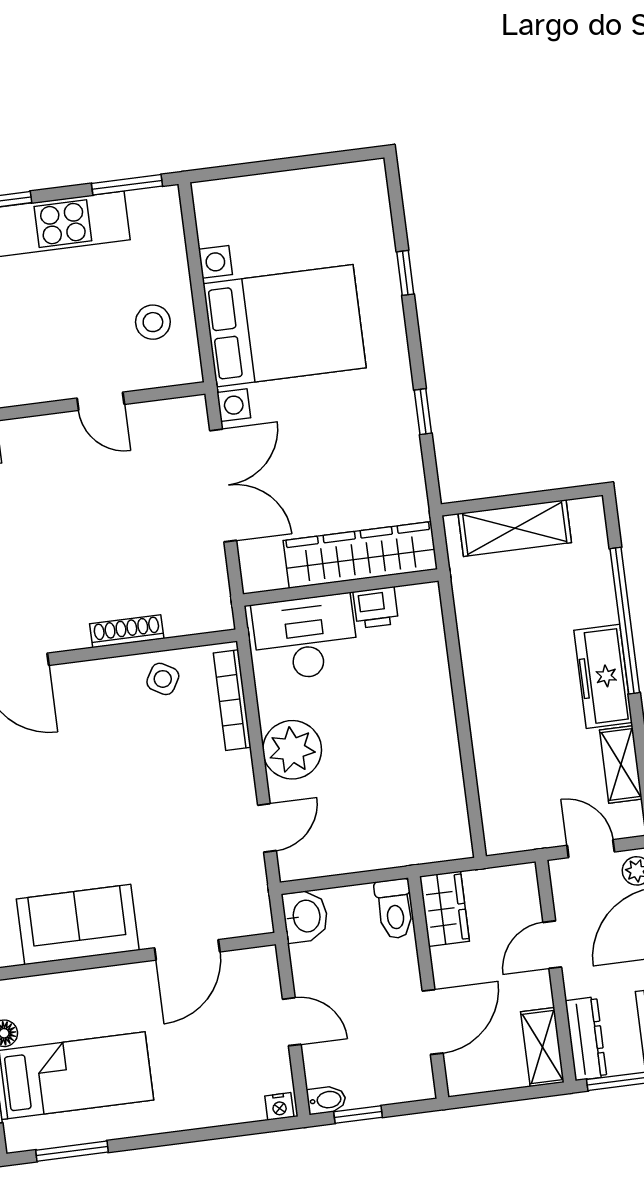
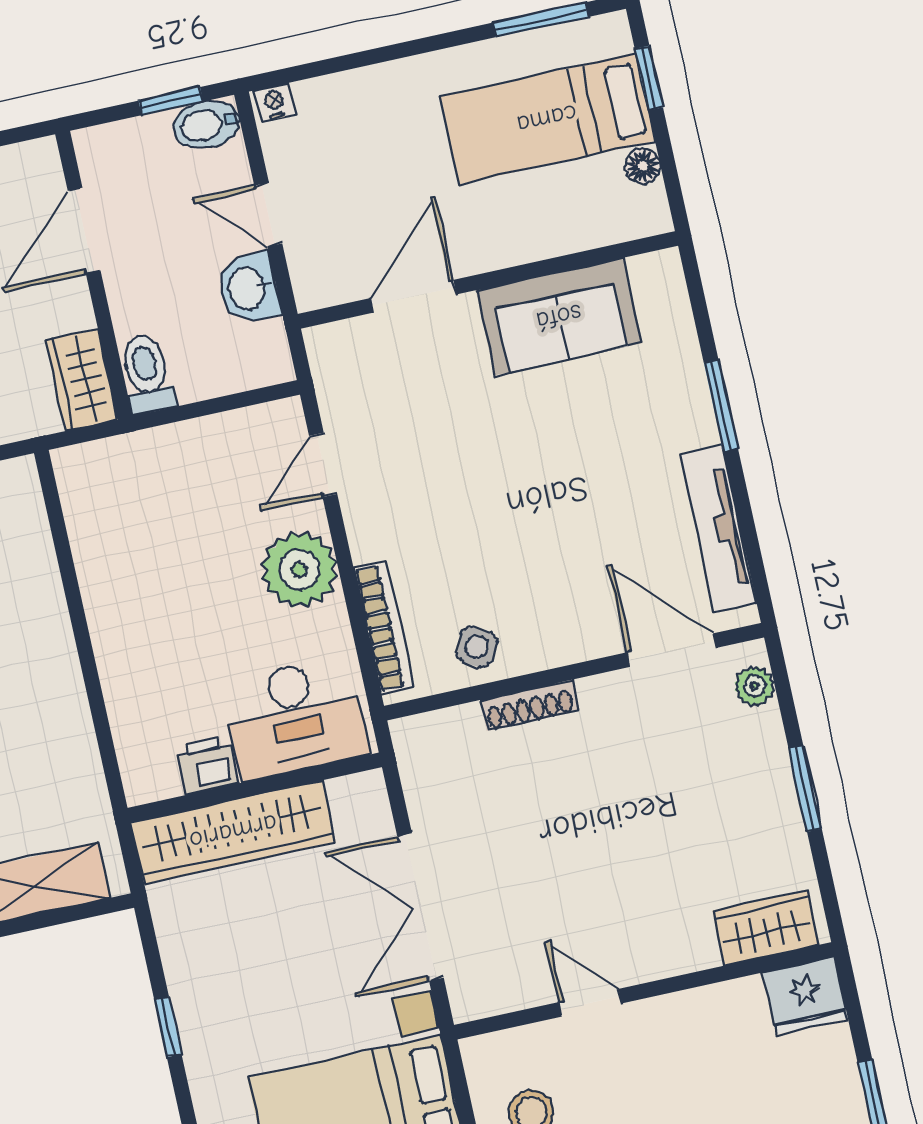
washbasin: (305, 916) -> (248, 288), moved
bidet: (326, 1100) -> (207, 125), width x1.38, depth x1.36

